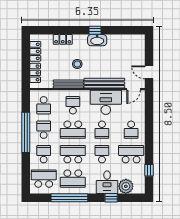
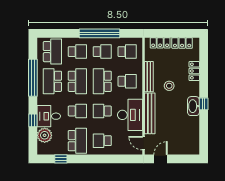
school desk: (44, 105) -> (127, 52), turned 180

